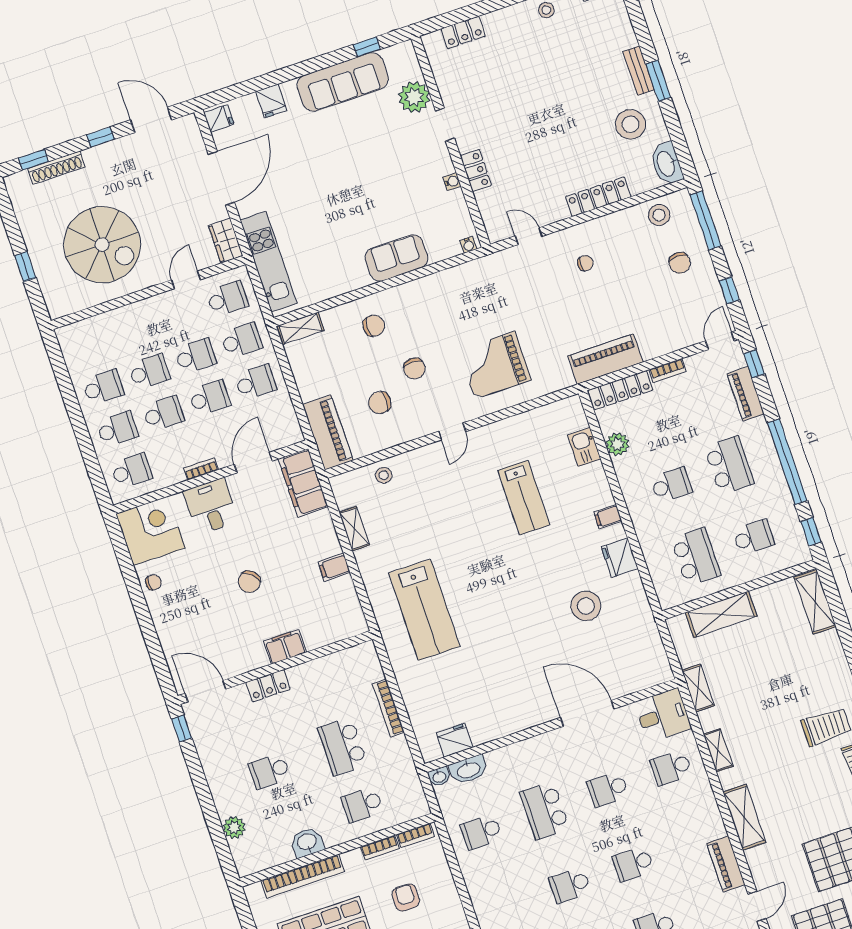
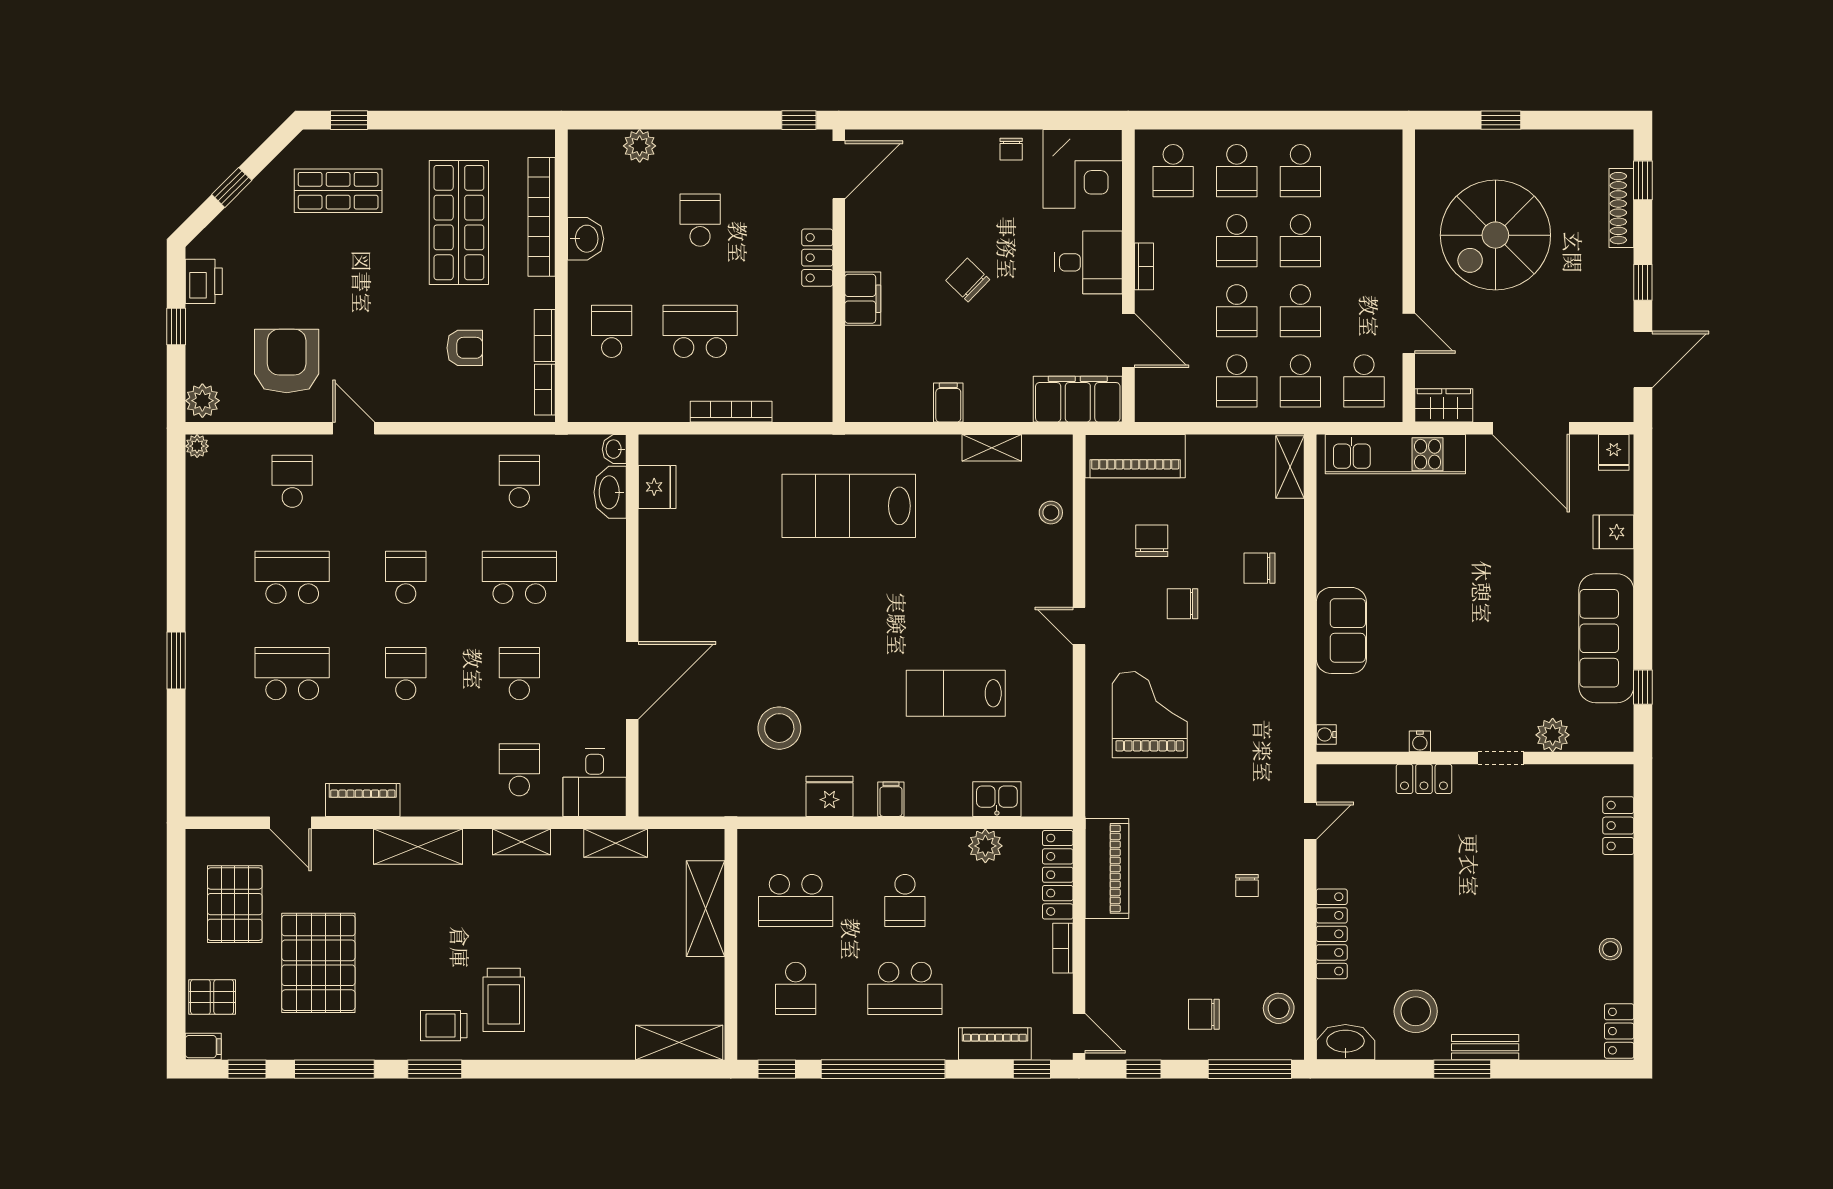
plant: (414, 97) -> (1553, 735), width x0.73, depth x0.73
chair: (374, 326) -> (1259, 568), turned 90

